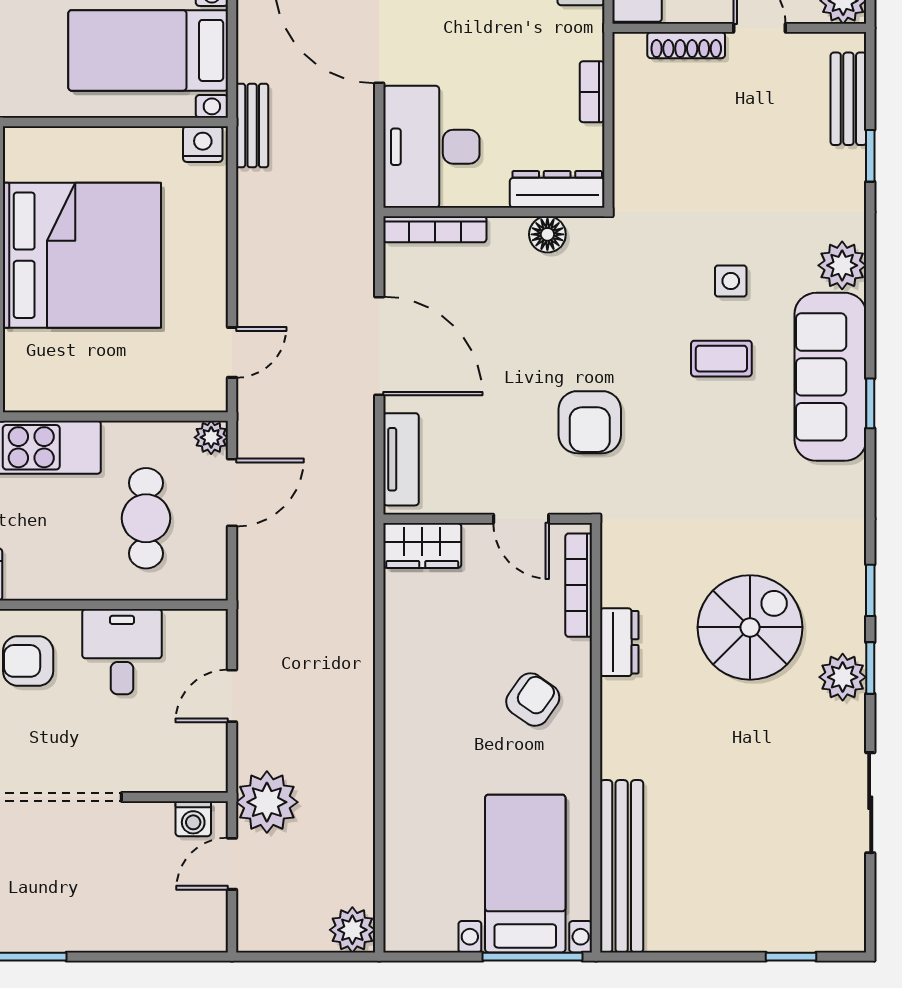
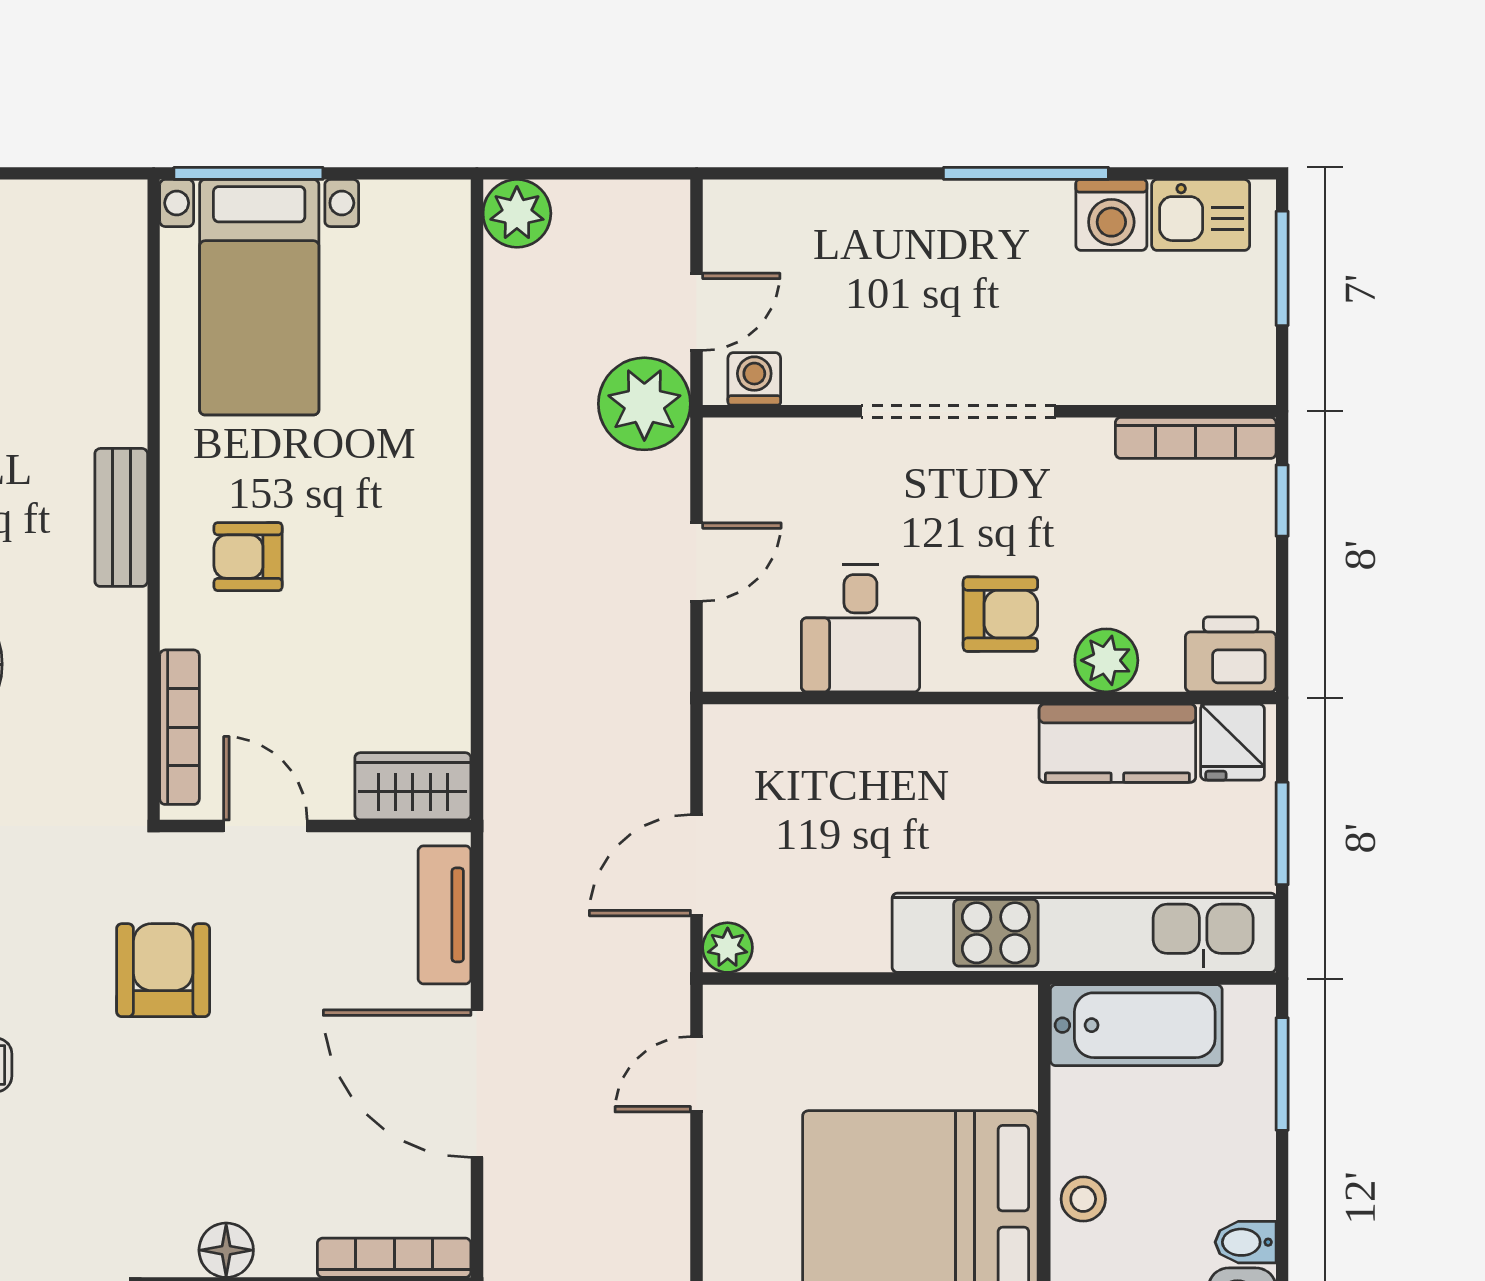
cafe table: (146, 518) -> (825, 827), removed
dresser: (619, 642) -> (119, 642), removed
armchair: (533, 700) -> (248, 557), turned 55
bench: (622, 866) -> (121, 517), moved, width x0.54, depth x0.82

